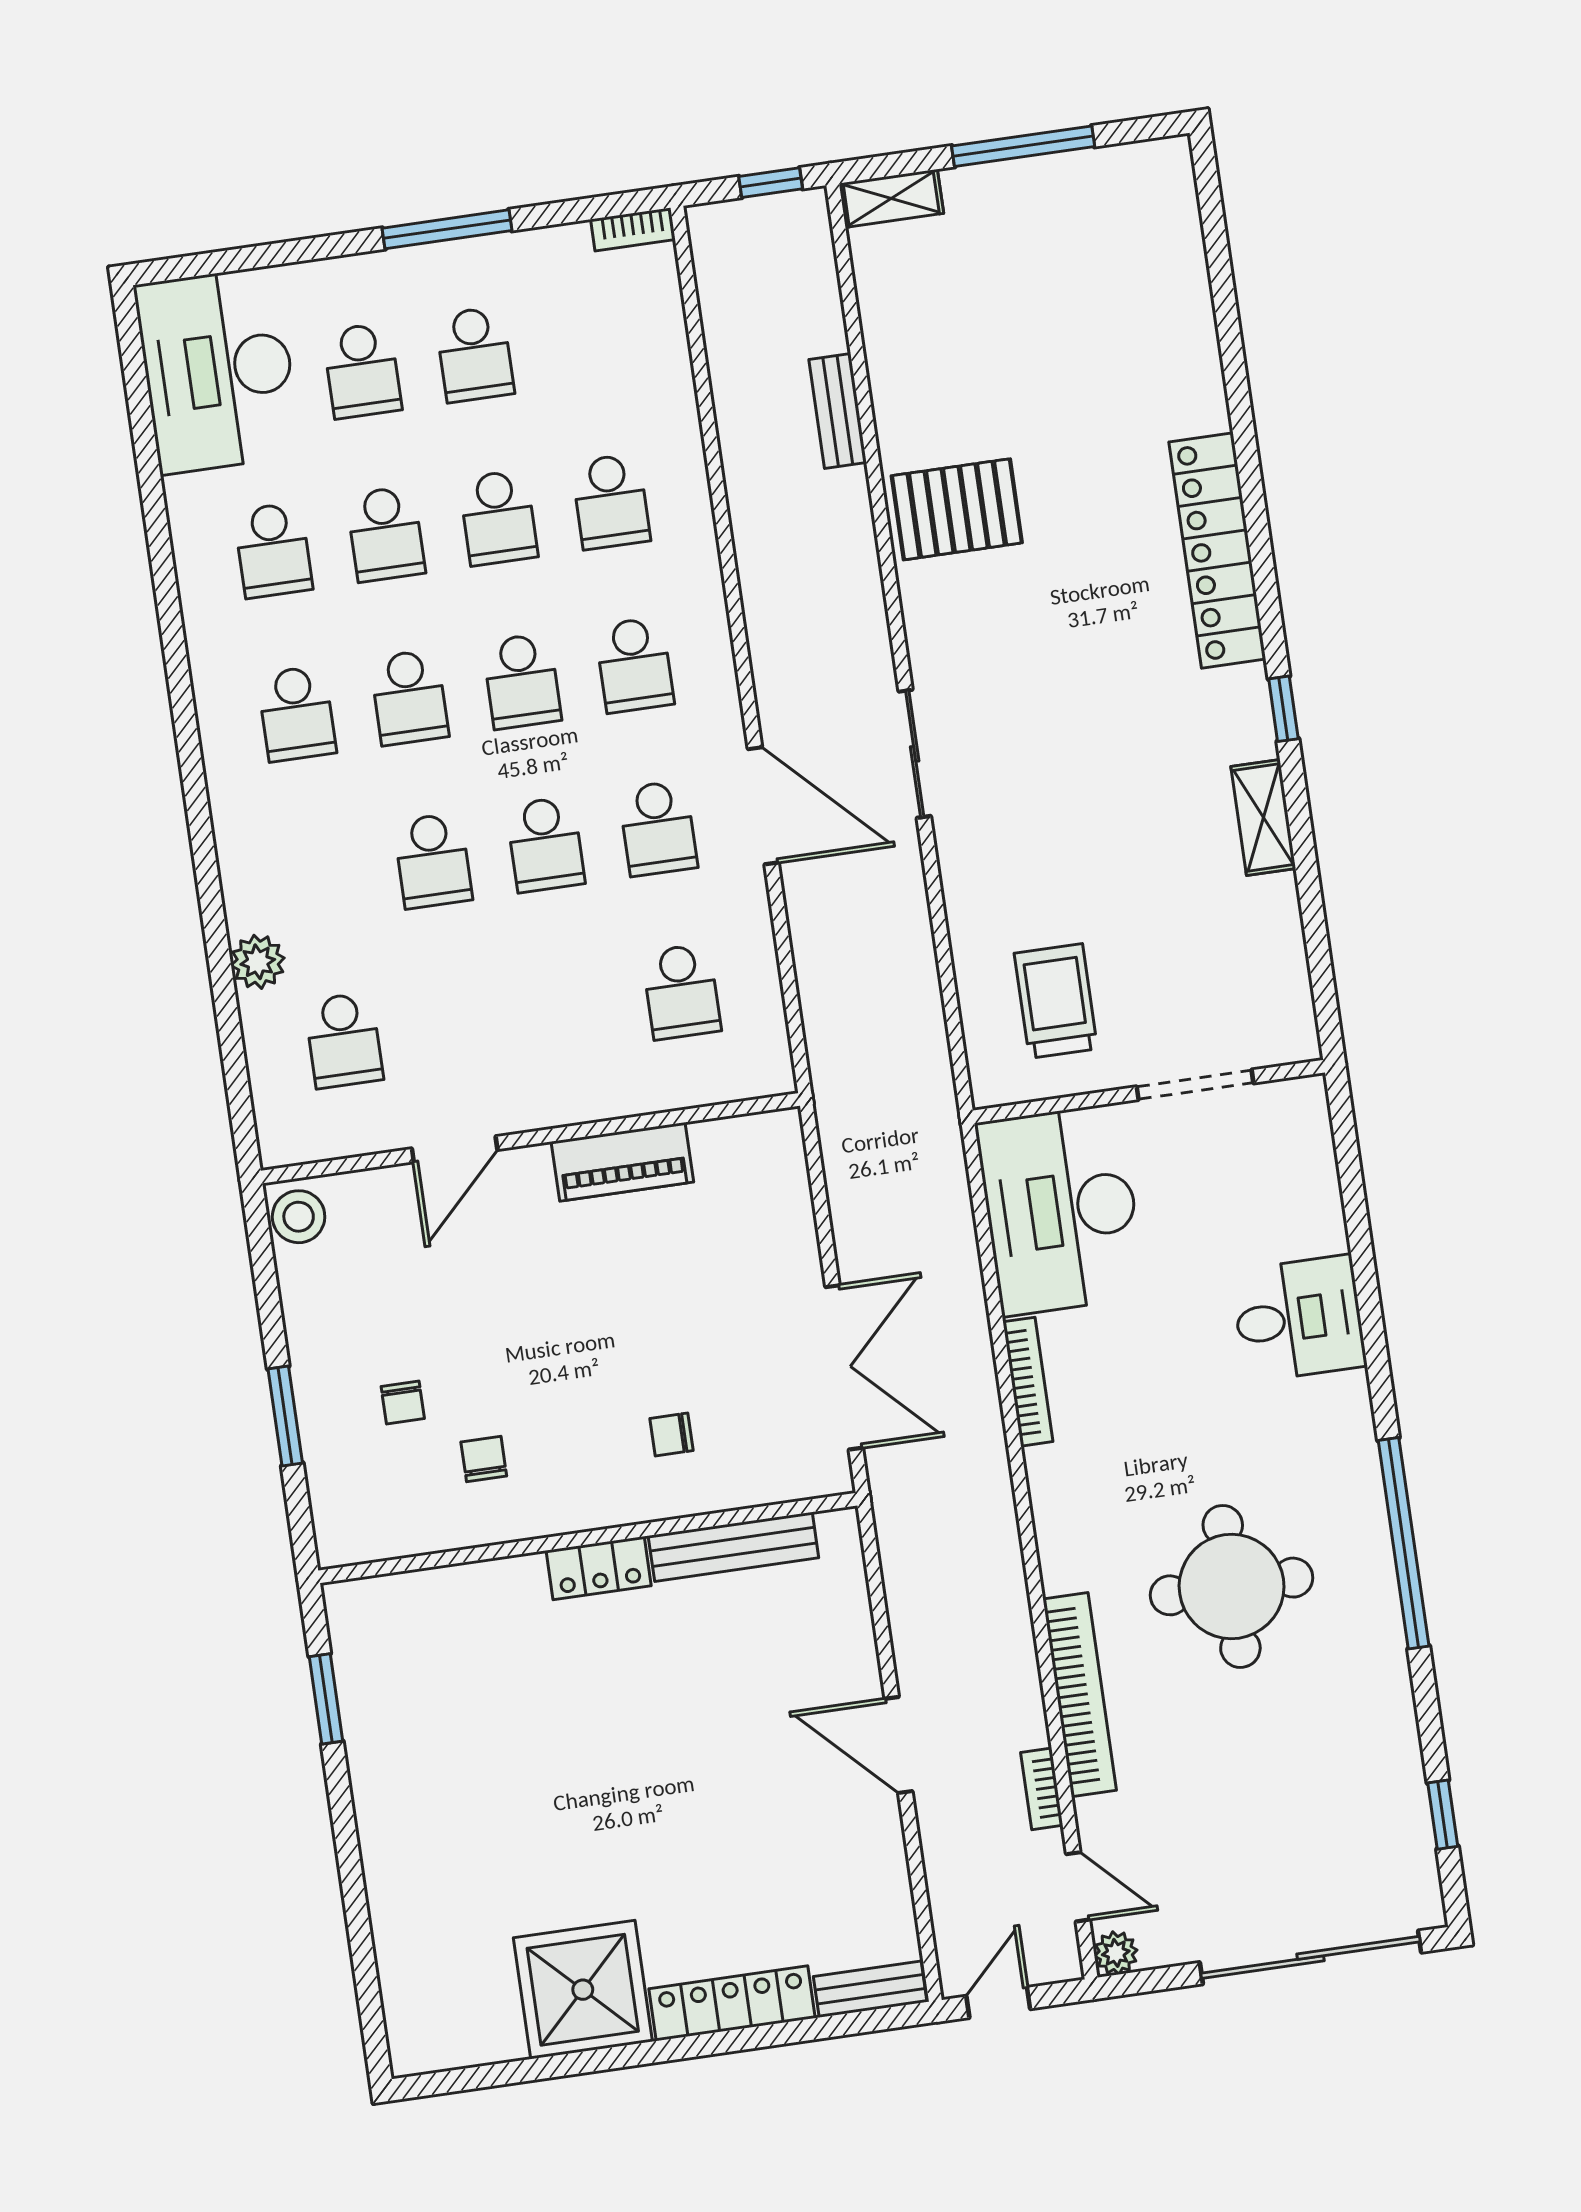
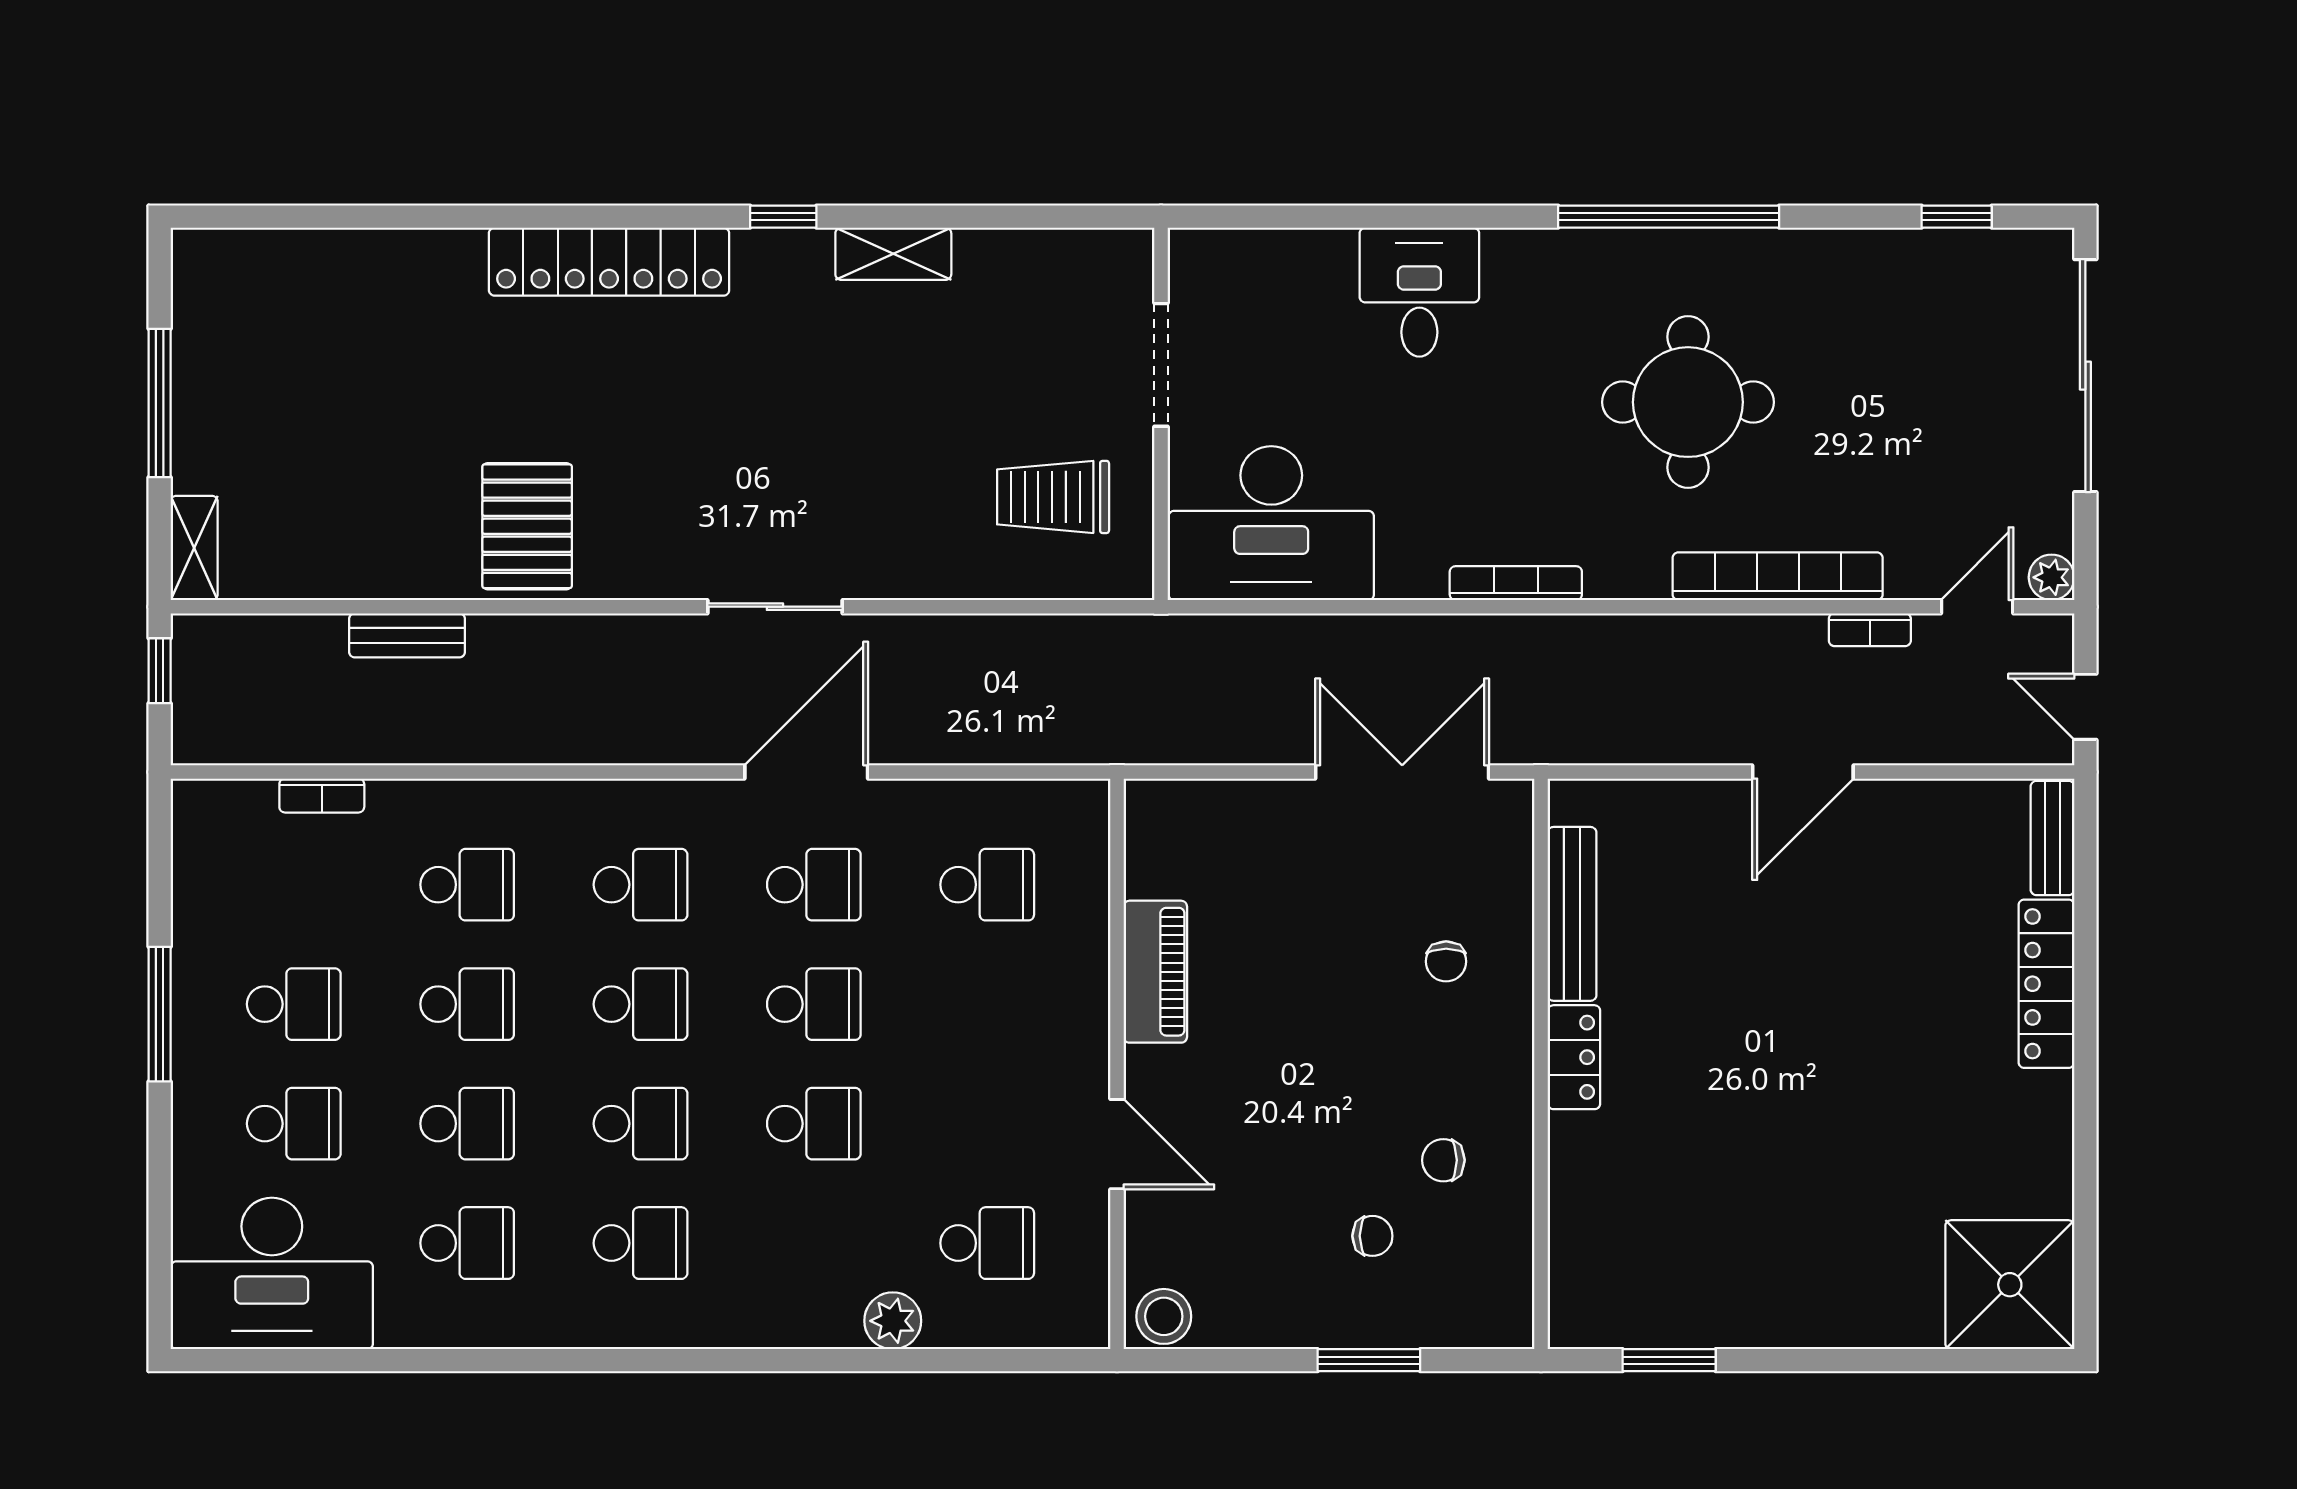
bookcase: (633, 229) -> (322, 796), moved, turned 90
bookcase: (1028, 1382) -> (1516, 583), moved
shower: (583, 1990) -> (2010, 1285), moved

